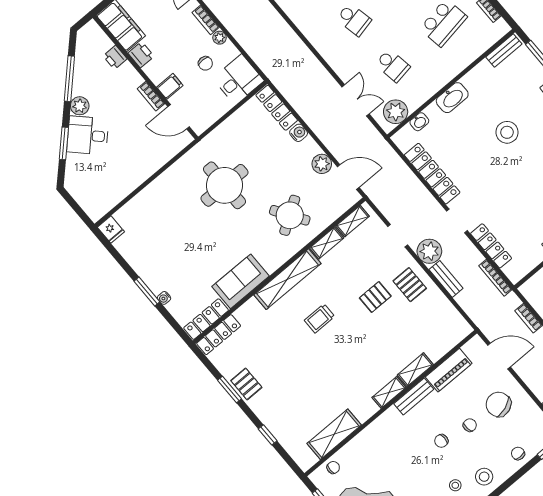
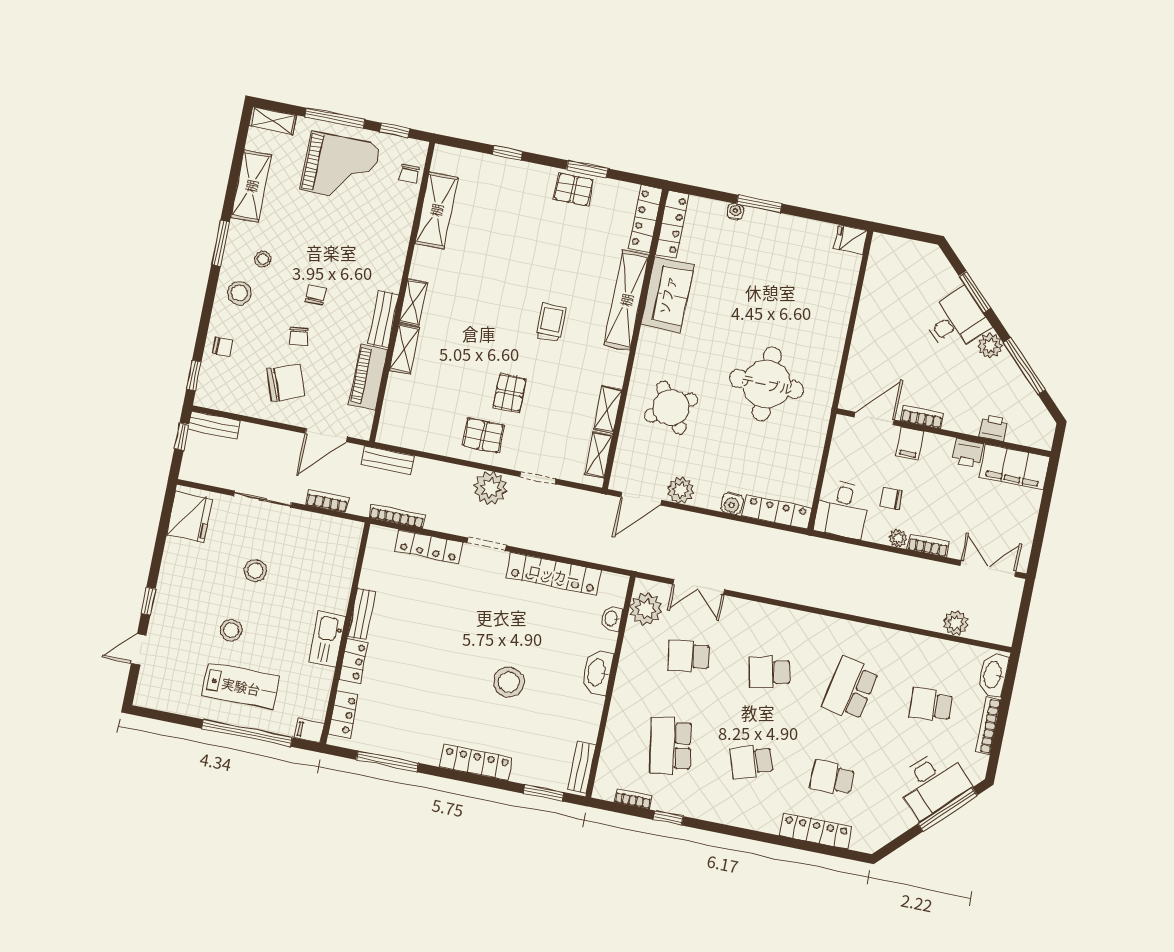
shelving: (287, 279) -> (626, 300), moved
bench: (446, 279) -> (388, 460), moved

